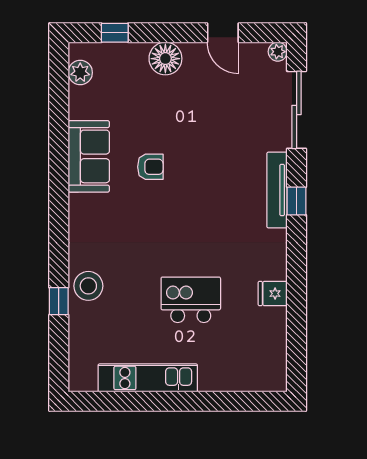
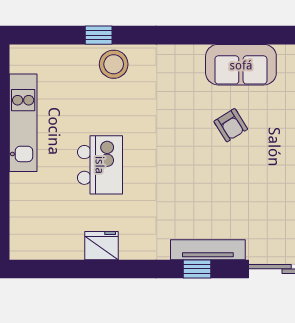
armchair: (150, 167) -> (231, 125), turned -32
fridge: (273, 294) -> (102, 246), width x1.38

